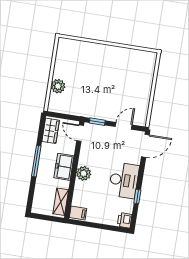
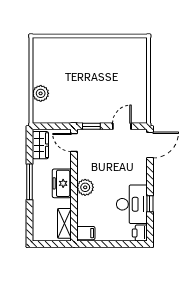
desk: (124, 180) -> (132, 204), moved

